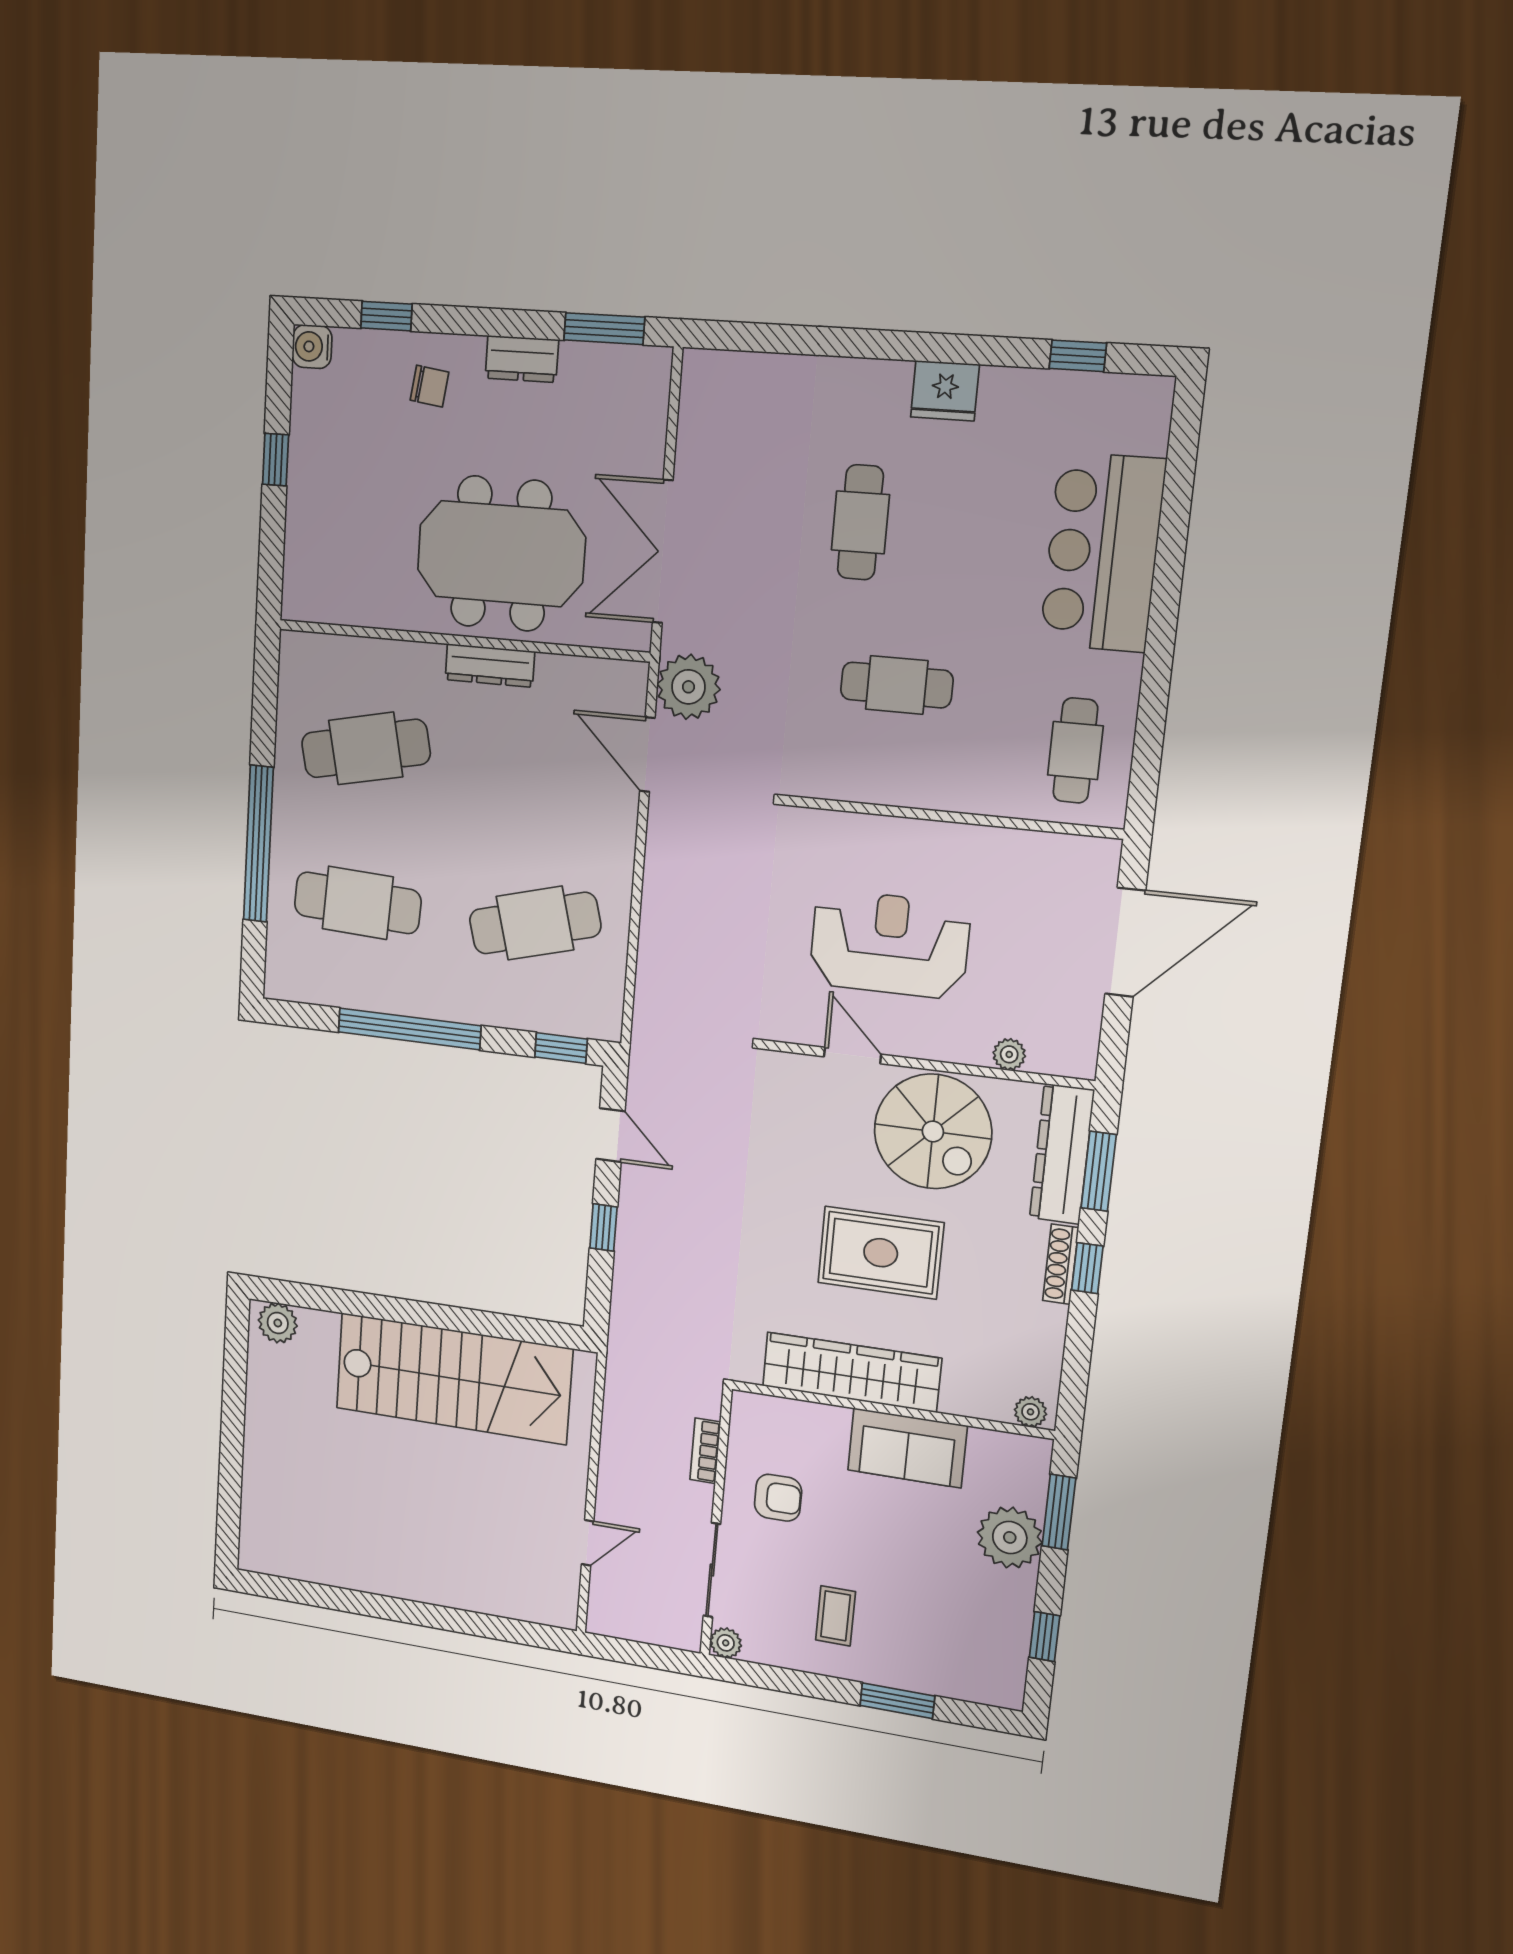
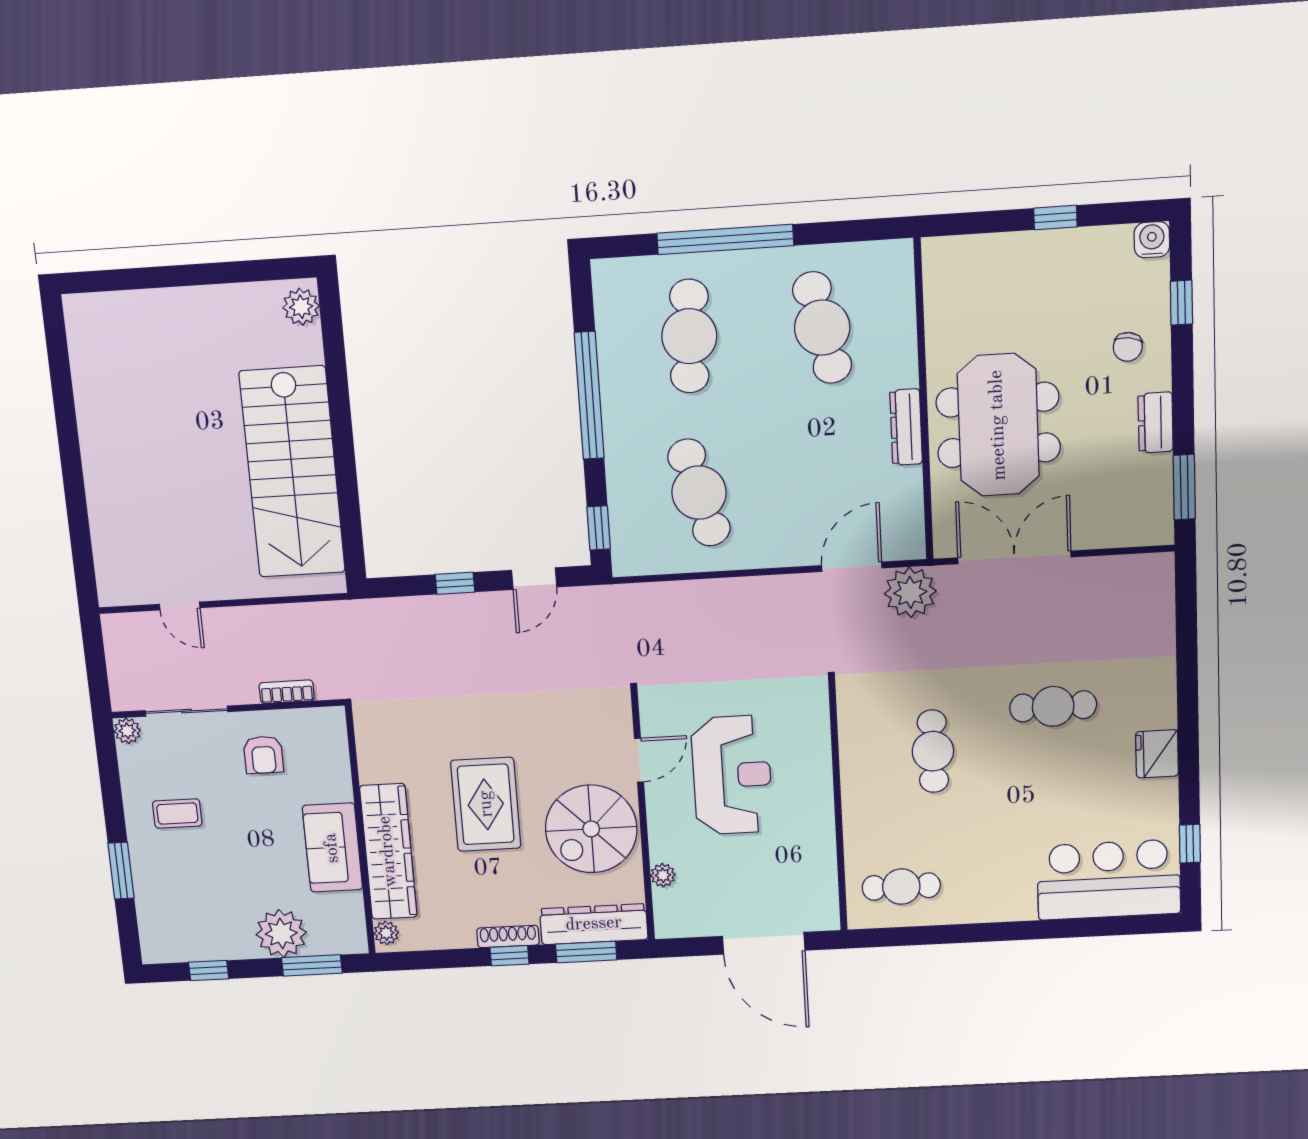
bar counter: (1102, 552) -> (1109, 880), moved
wardrobe: (852, 1372) -> (388, 852), moved

